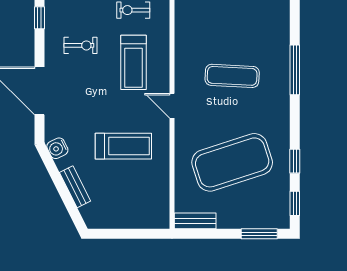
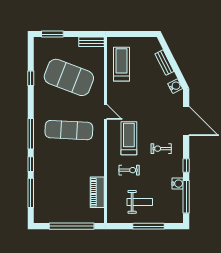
exercise mat: (232, 76) -> (69, 130), width x1.36, depth x1.45
treadmill: (123, 146) -> (122, 64), moved, turned 90
exercise mat: (232, 162) -> (69, 77), turned 39
window: (295, 203) -> (31, 164), moved

